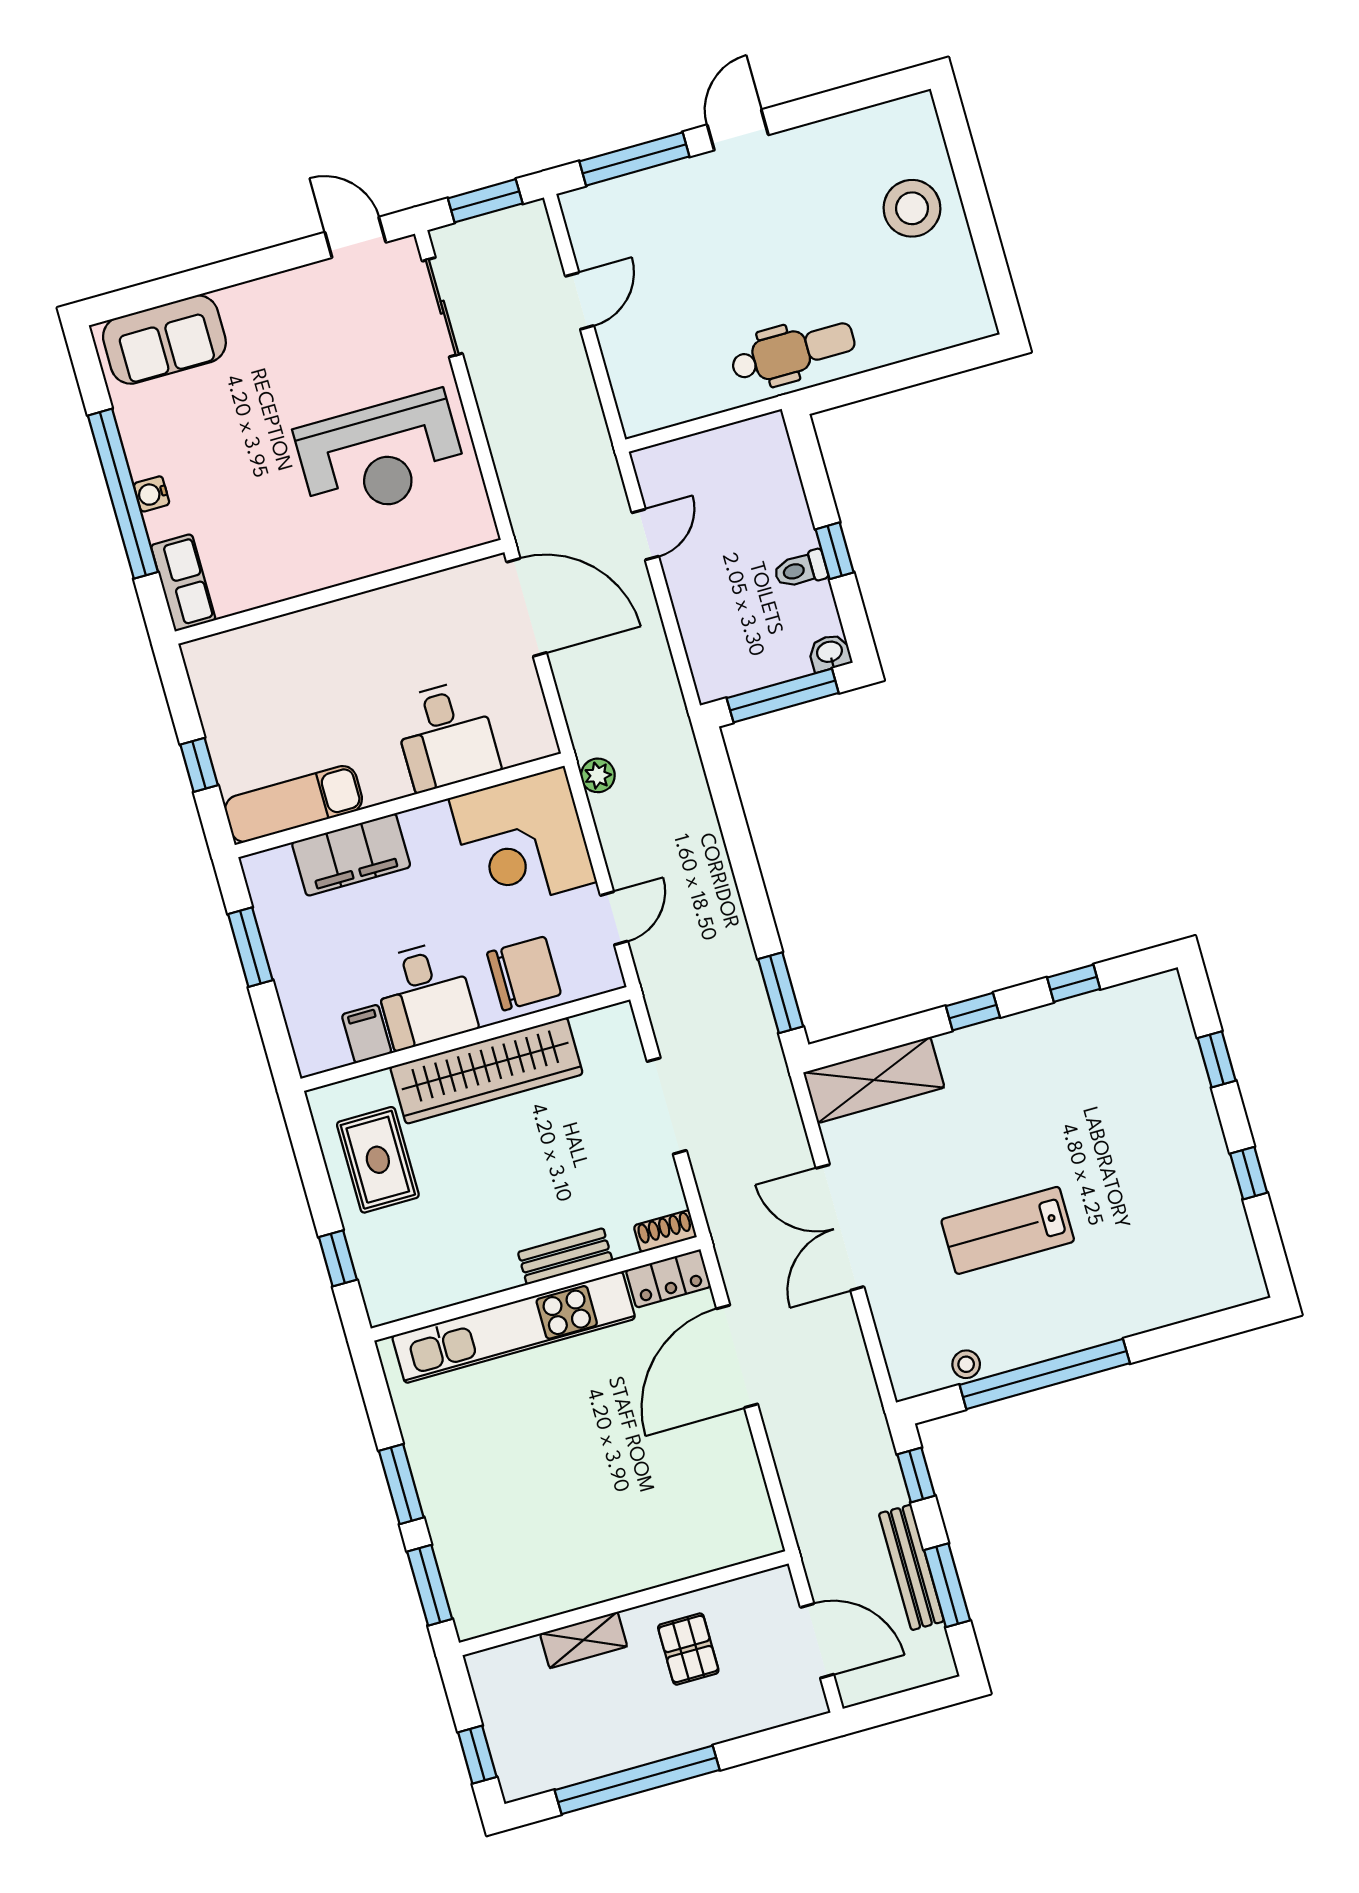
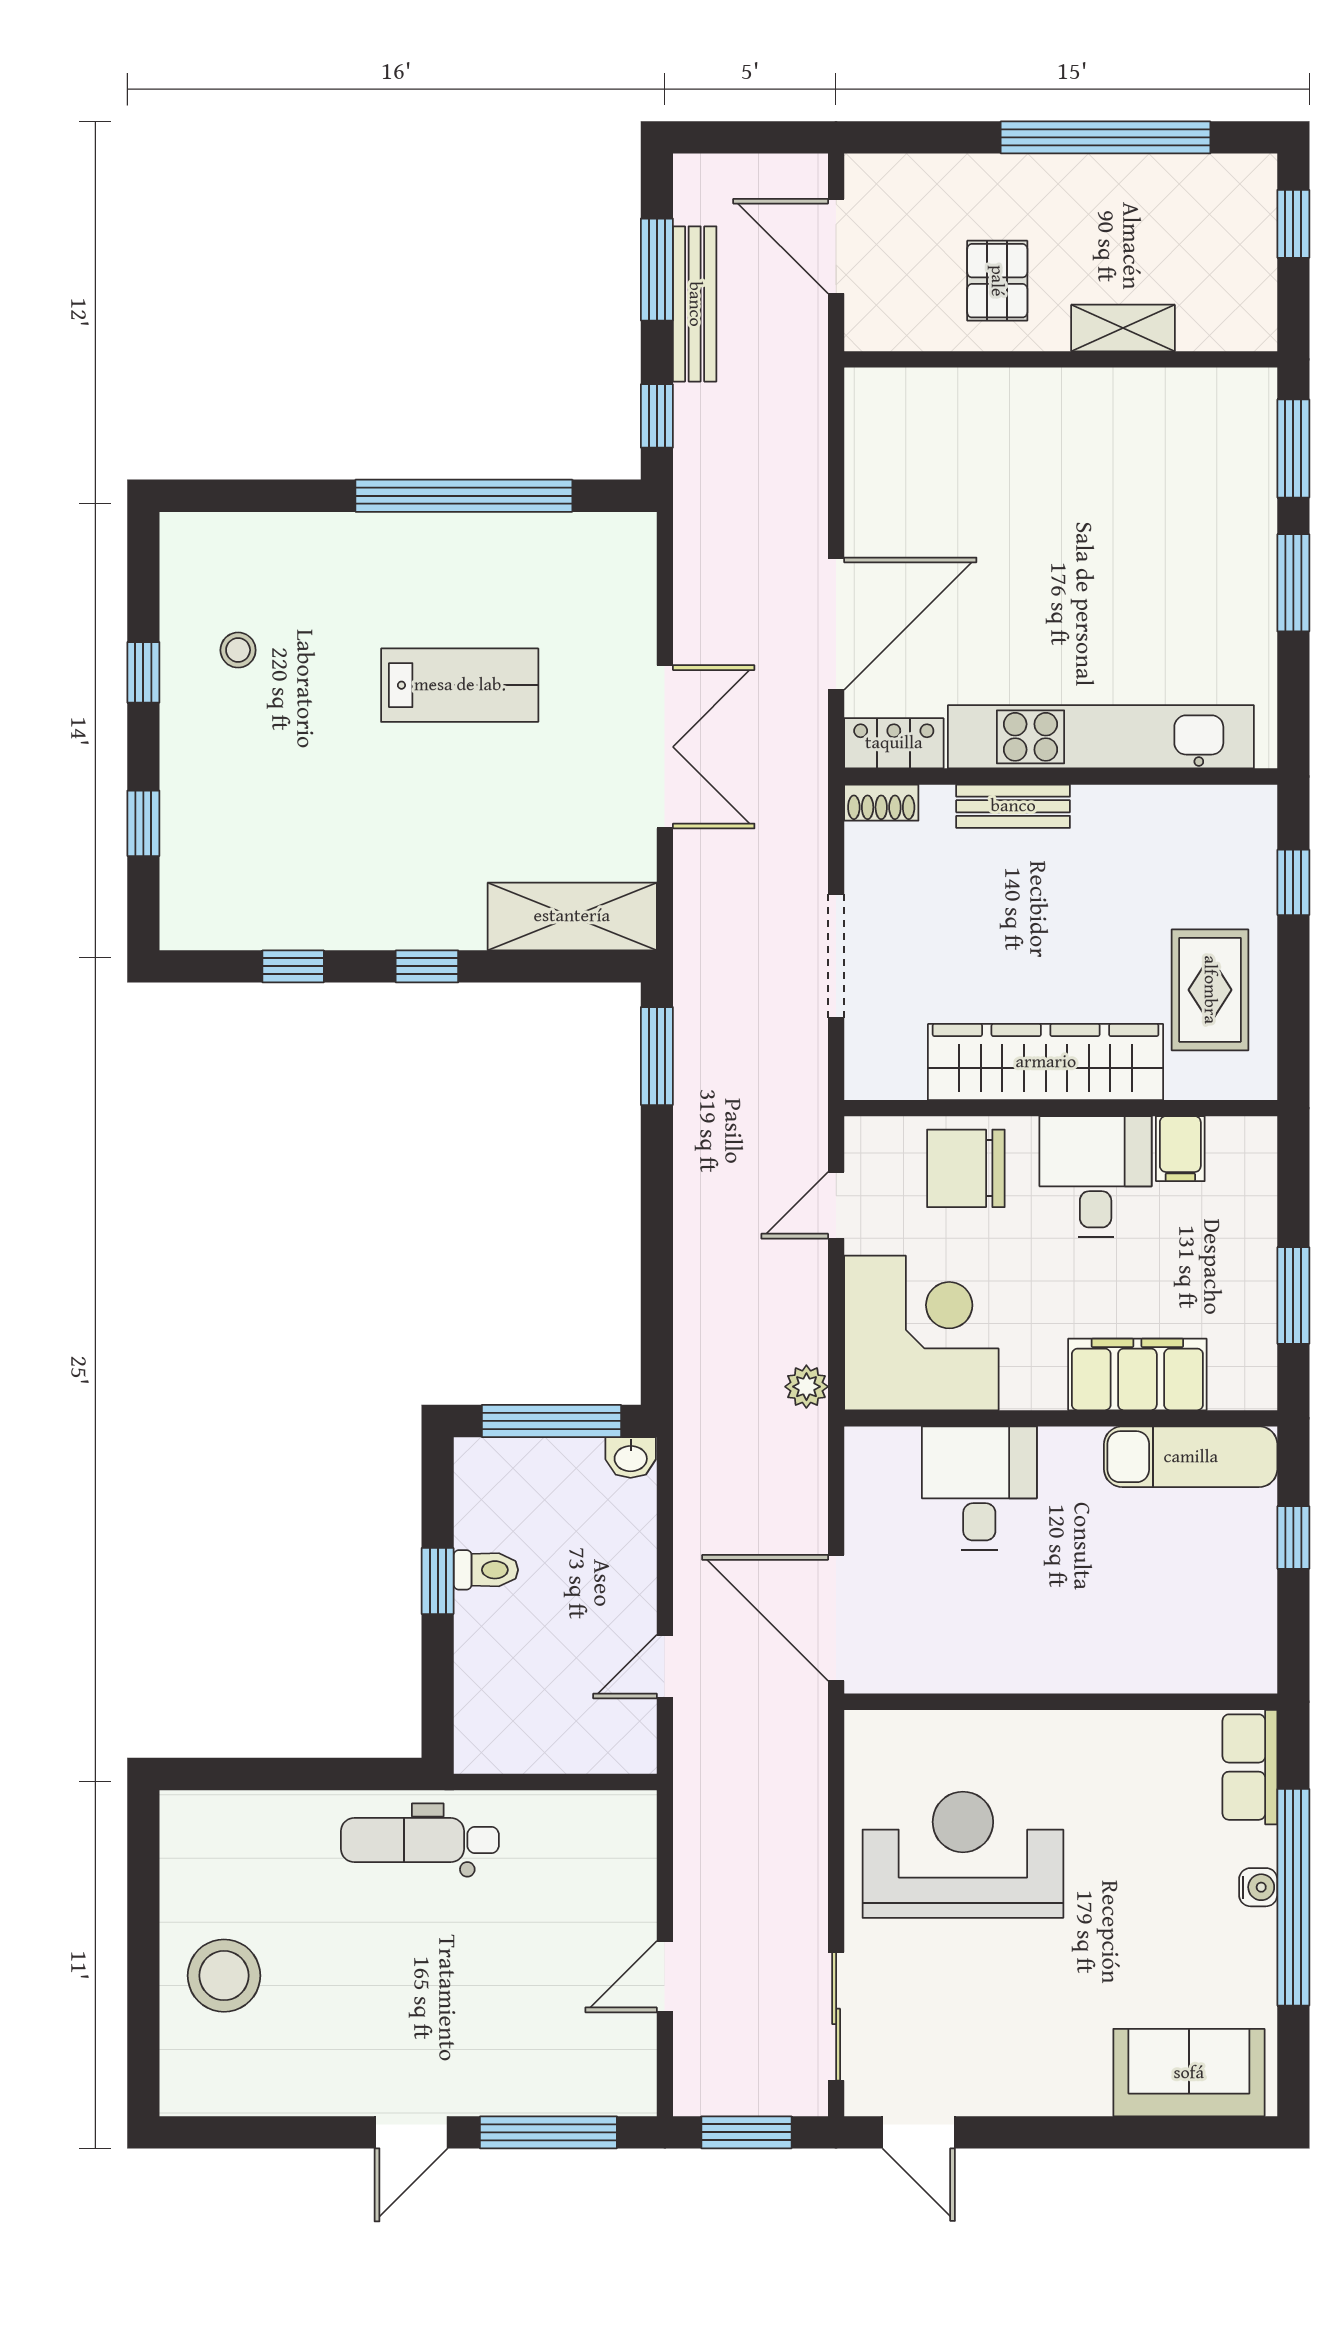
washbasin: (830, 653) -> (631, 1457), moved
stool: (966, 1364) -> (238, 650), moved

